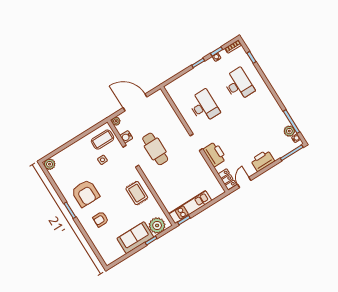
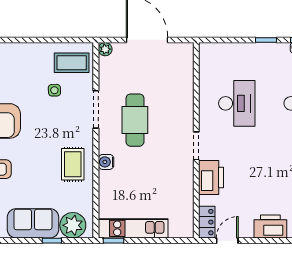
water cooler: (126, 137) -> (106, 162), moved

